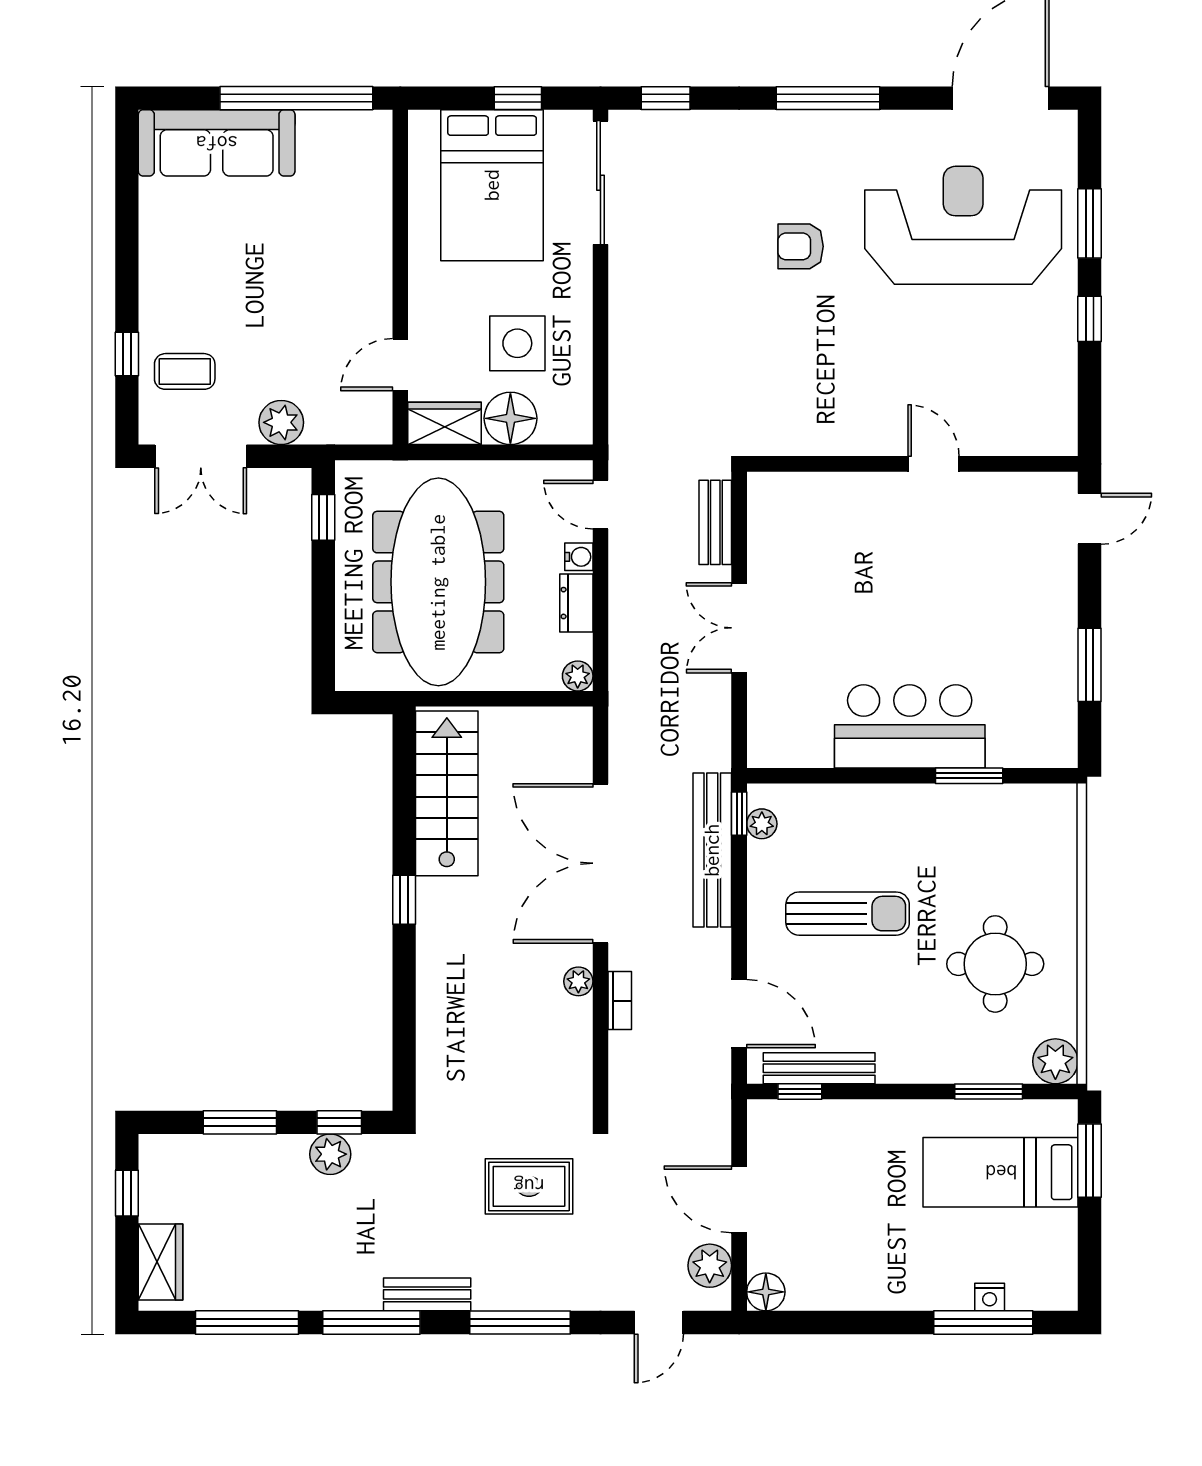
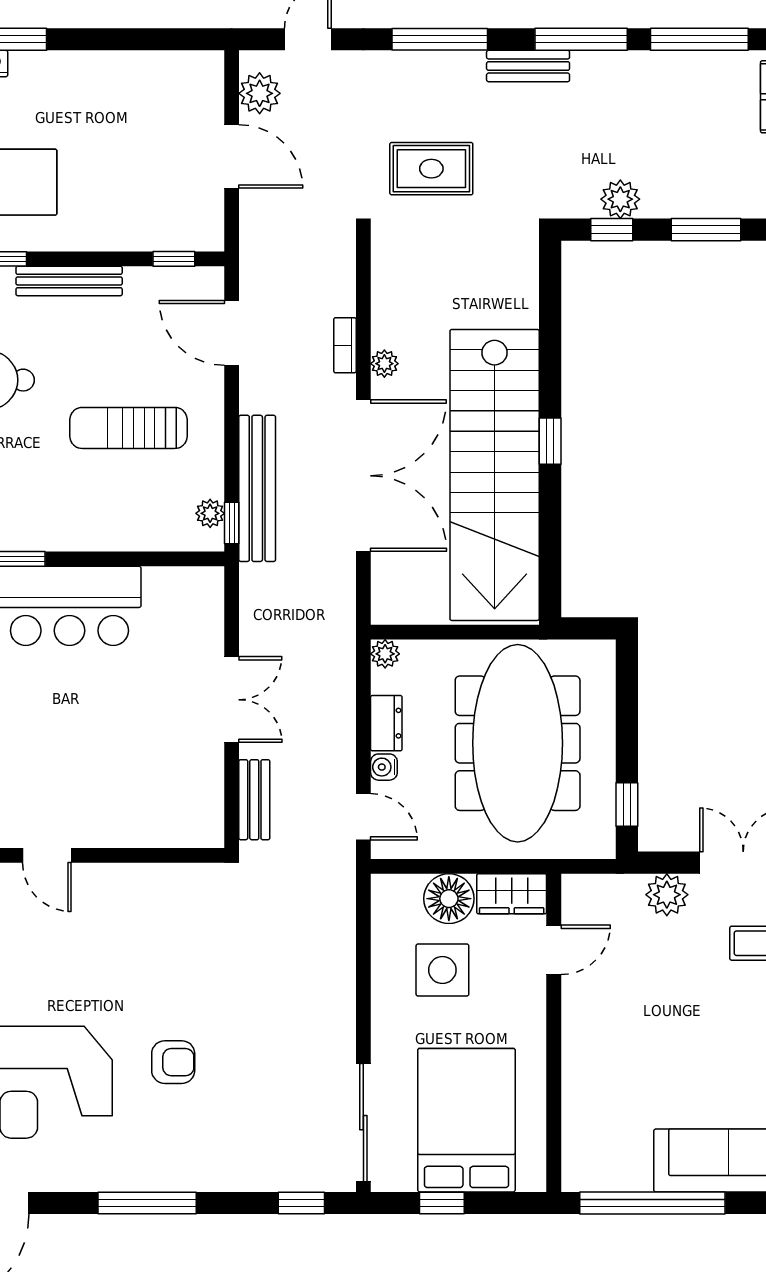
stairs: (447, 793) -> (495, 475), width x1.86, depth x1.51
bench: (819, 1068) -> (69, 281), moved
floor lamp: (766, 1292) -> (206, 68), removed

